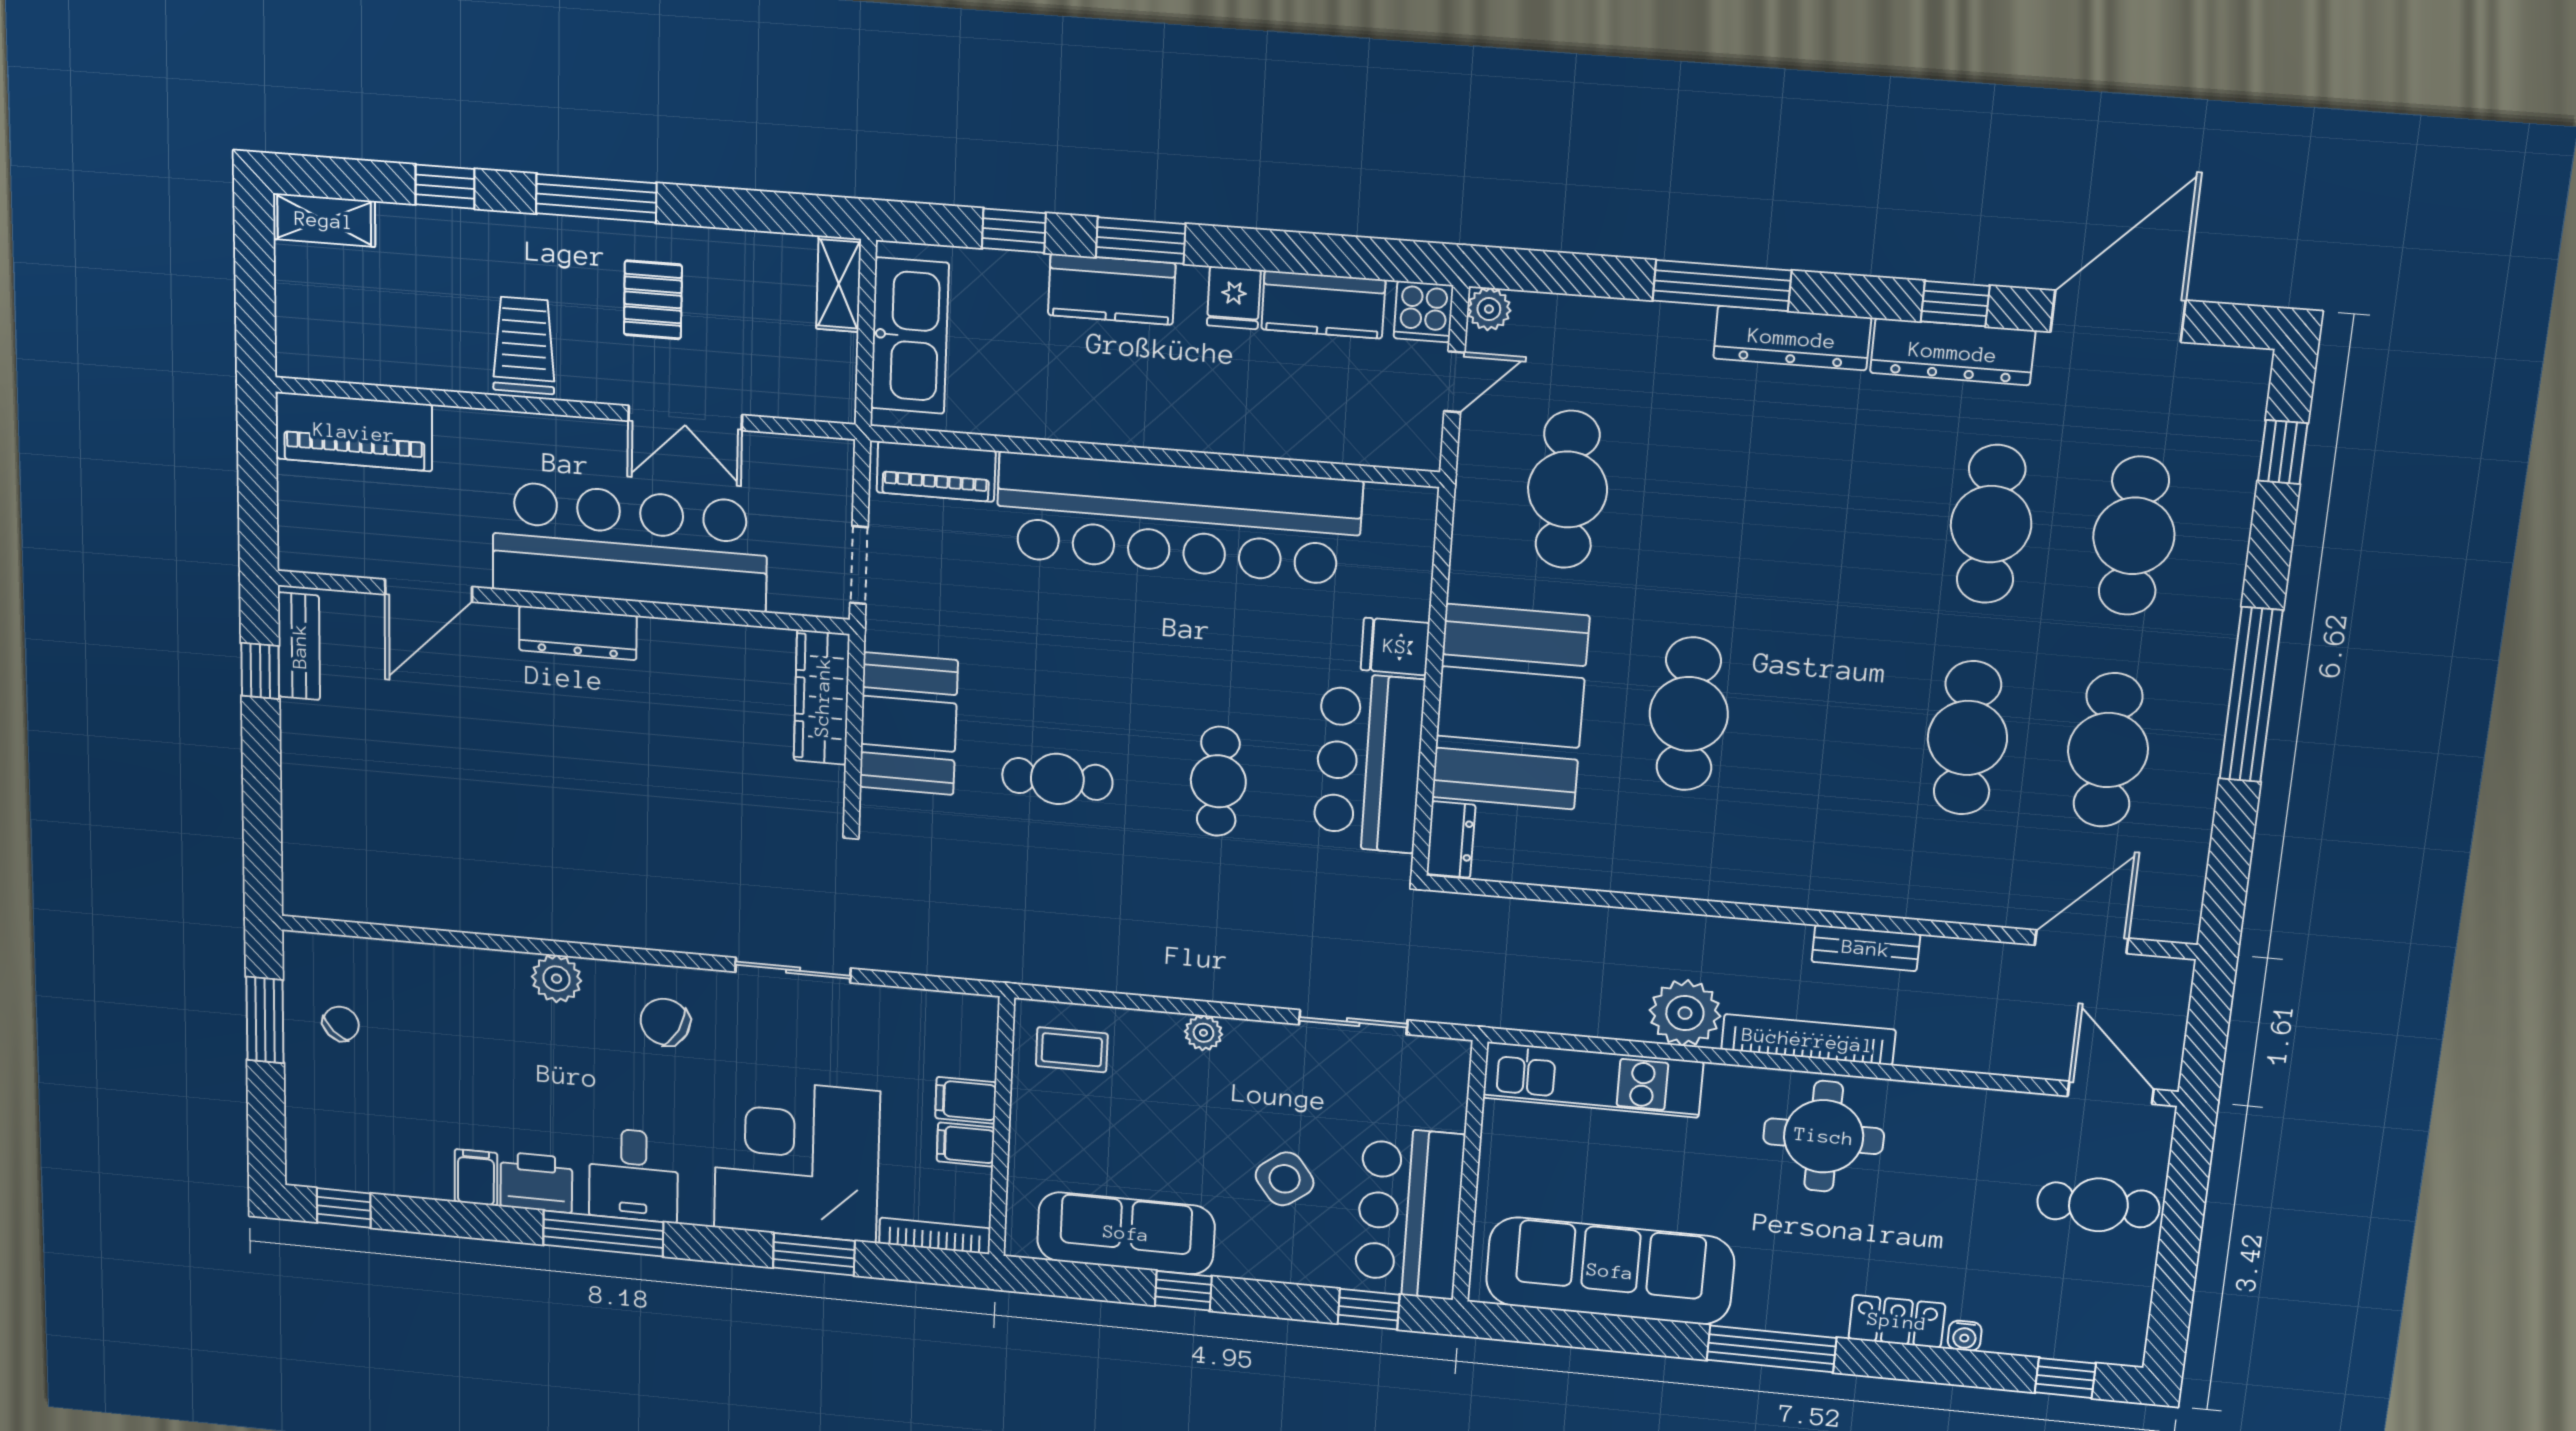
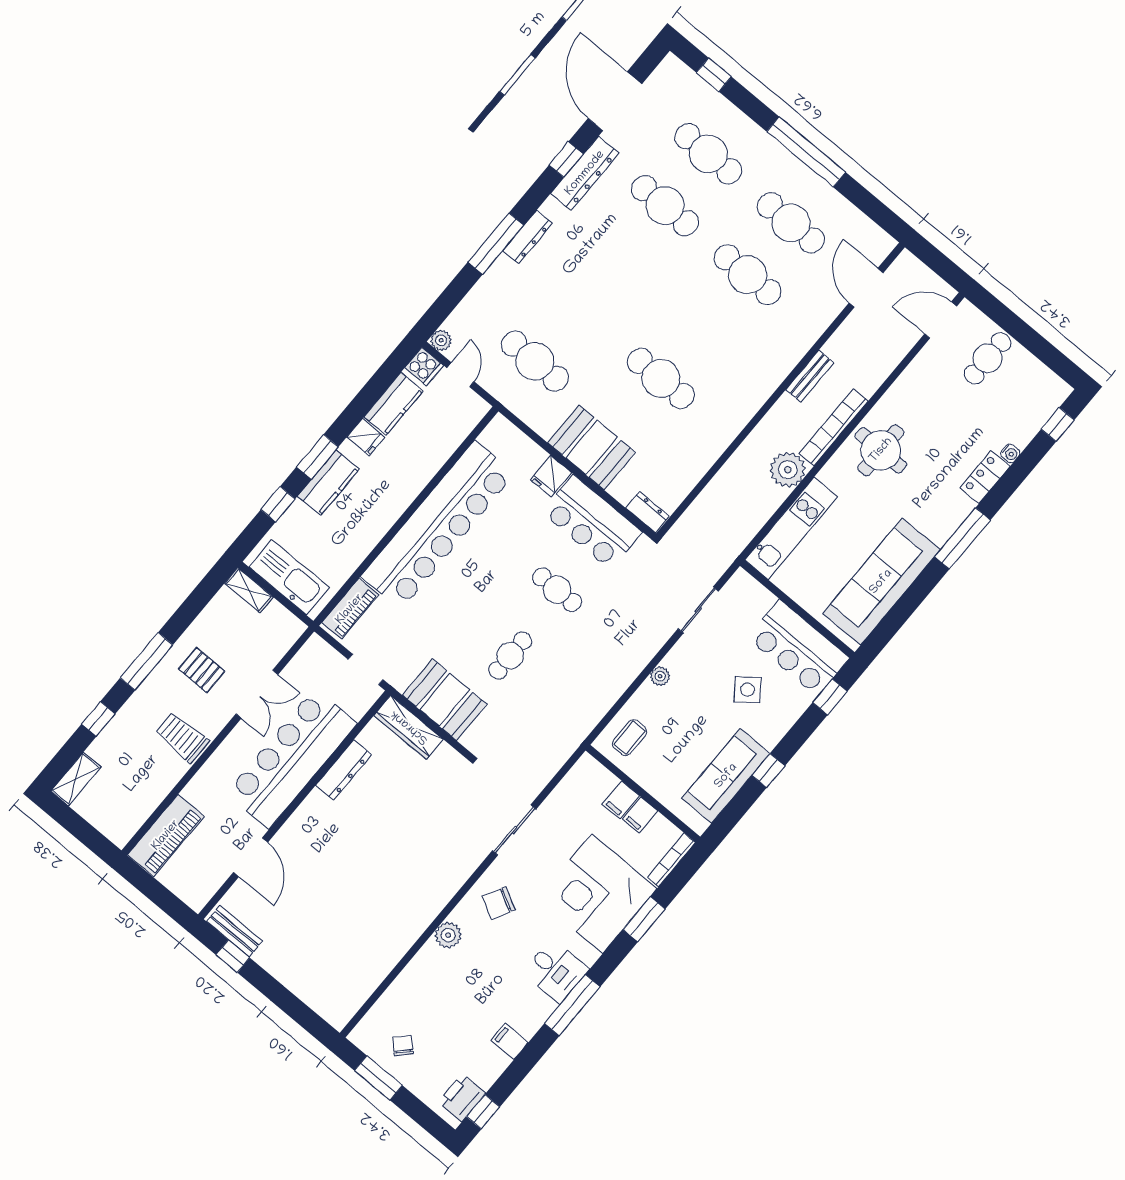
dresser: (1792, 338) -> (528, 237), width x0.73, depth x0.80
dresser: (578, 633) -> (343, 770), moved
booth: (1510, 707) -> (592, 447), width x0.73, depth x0.70
printer: (536, 1182) -> (462, 1098), moved

